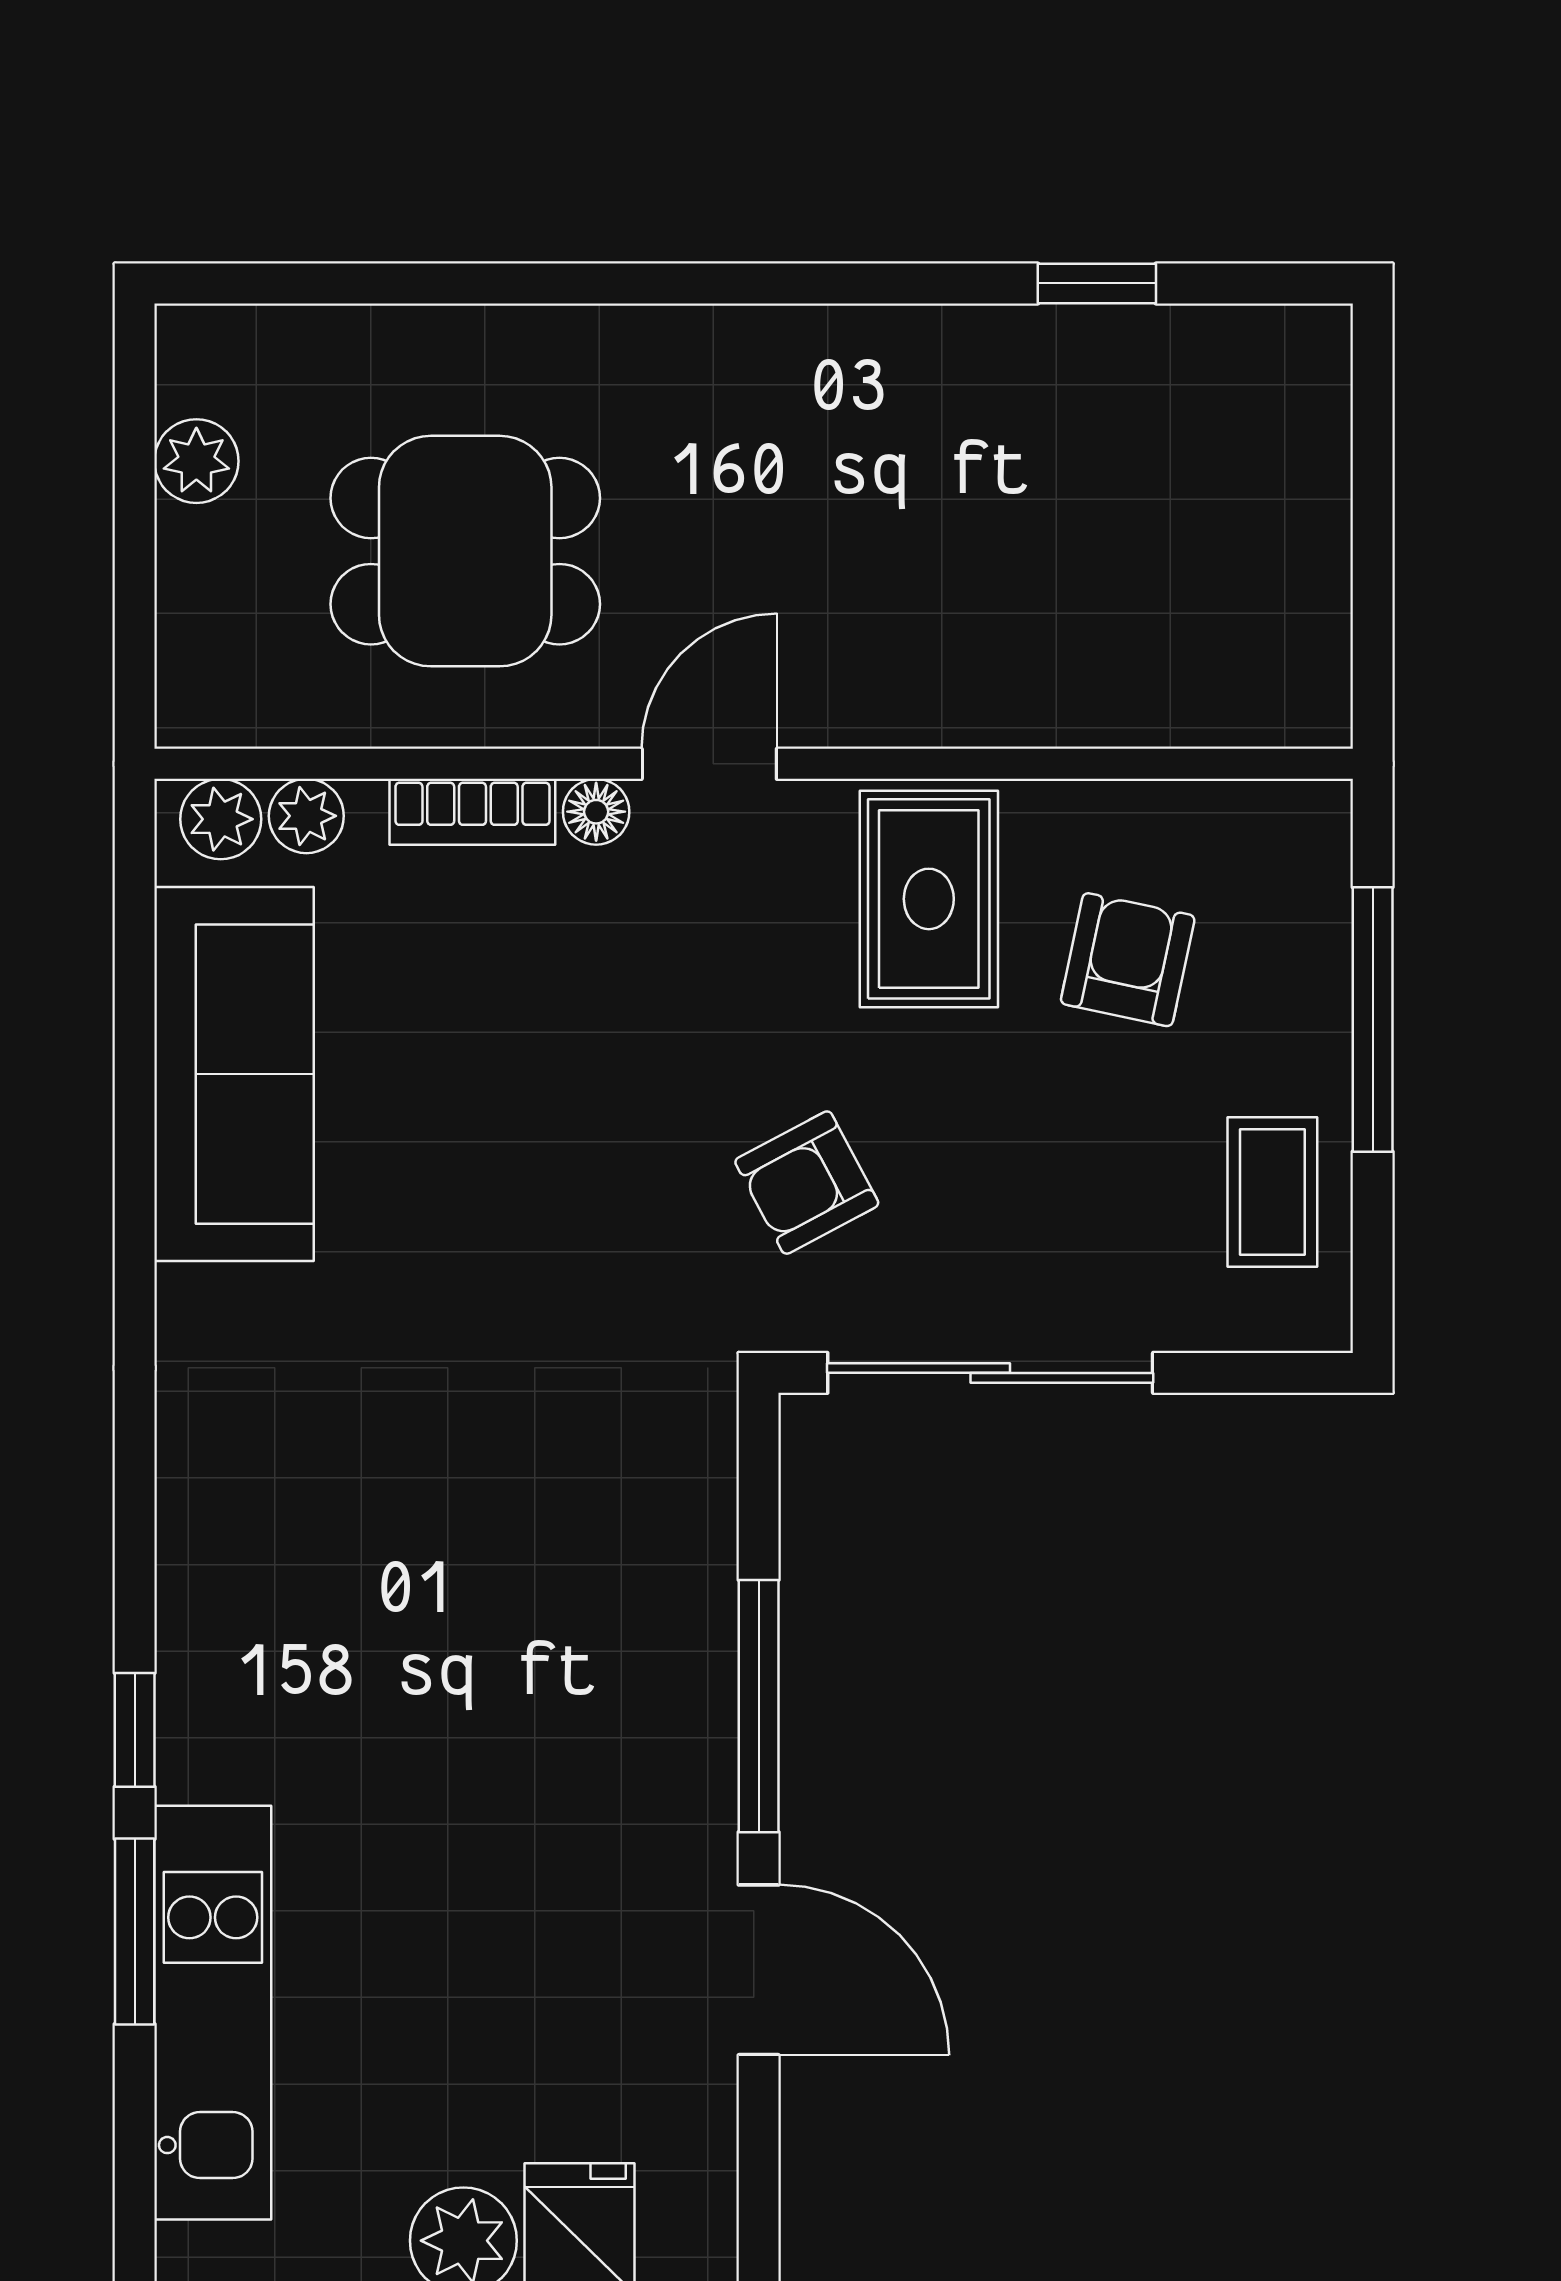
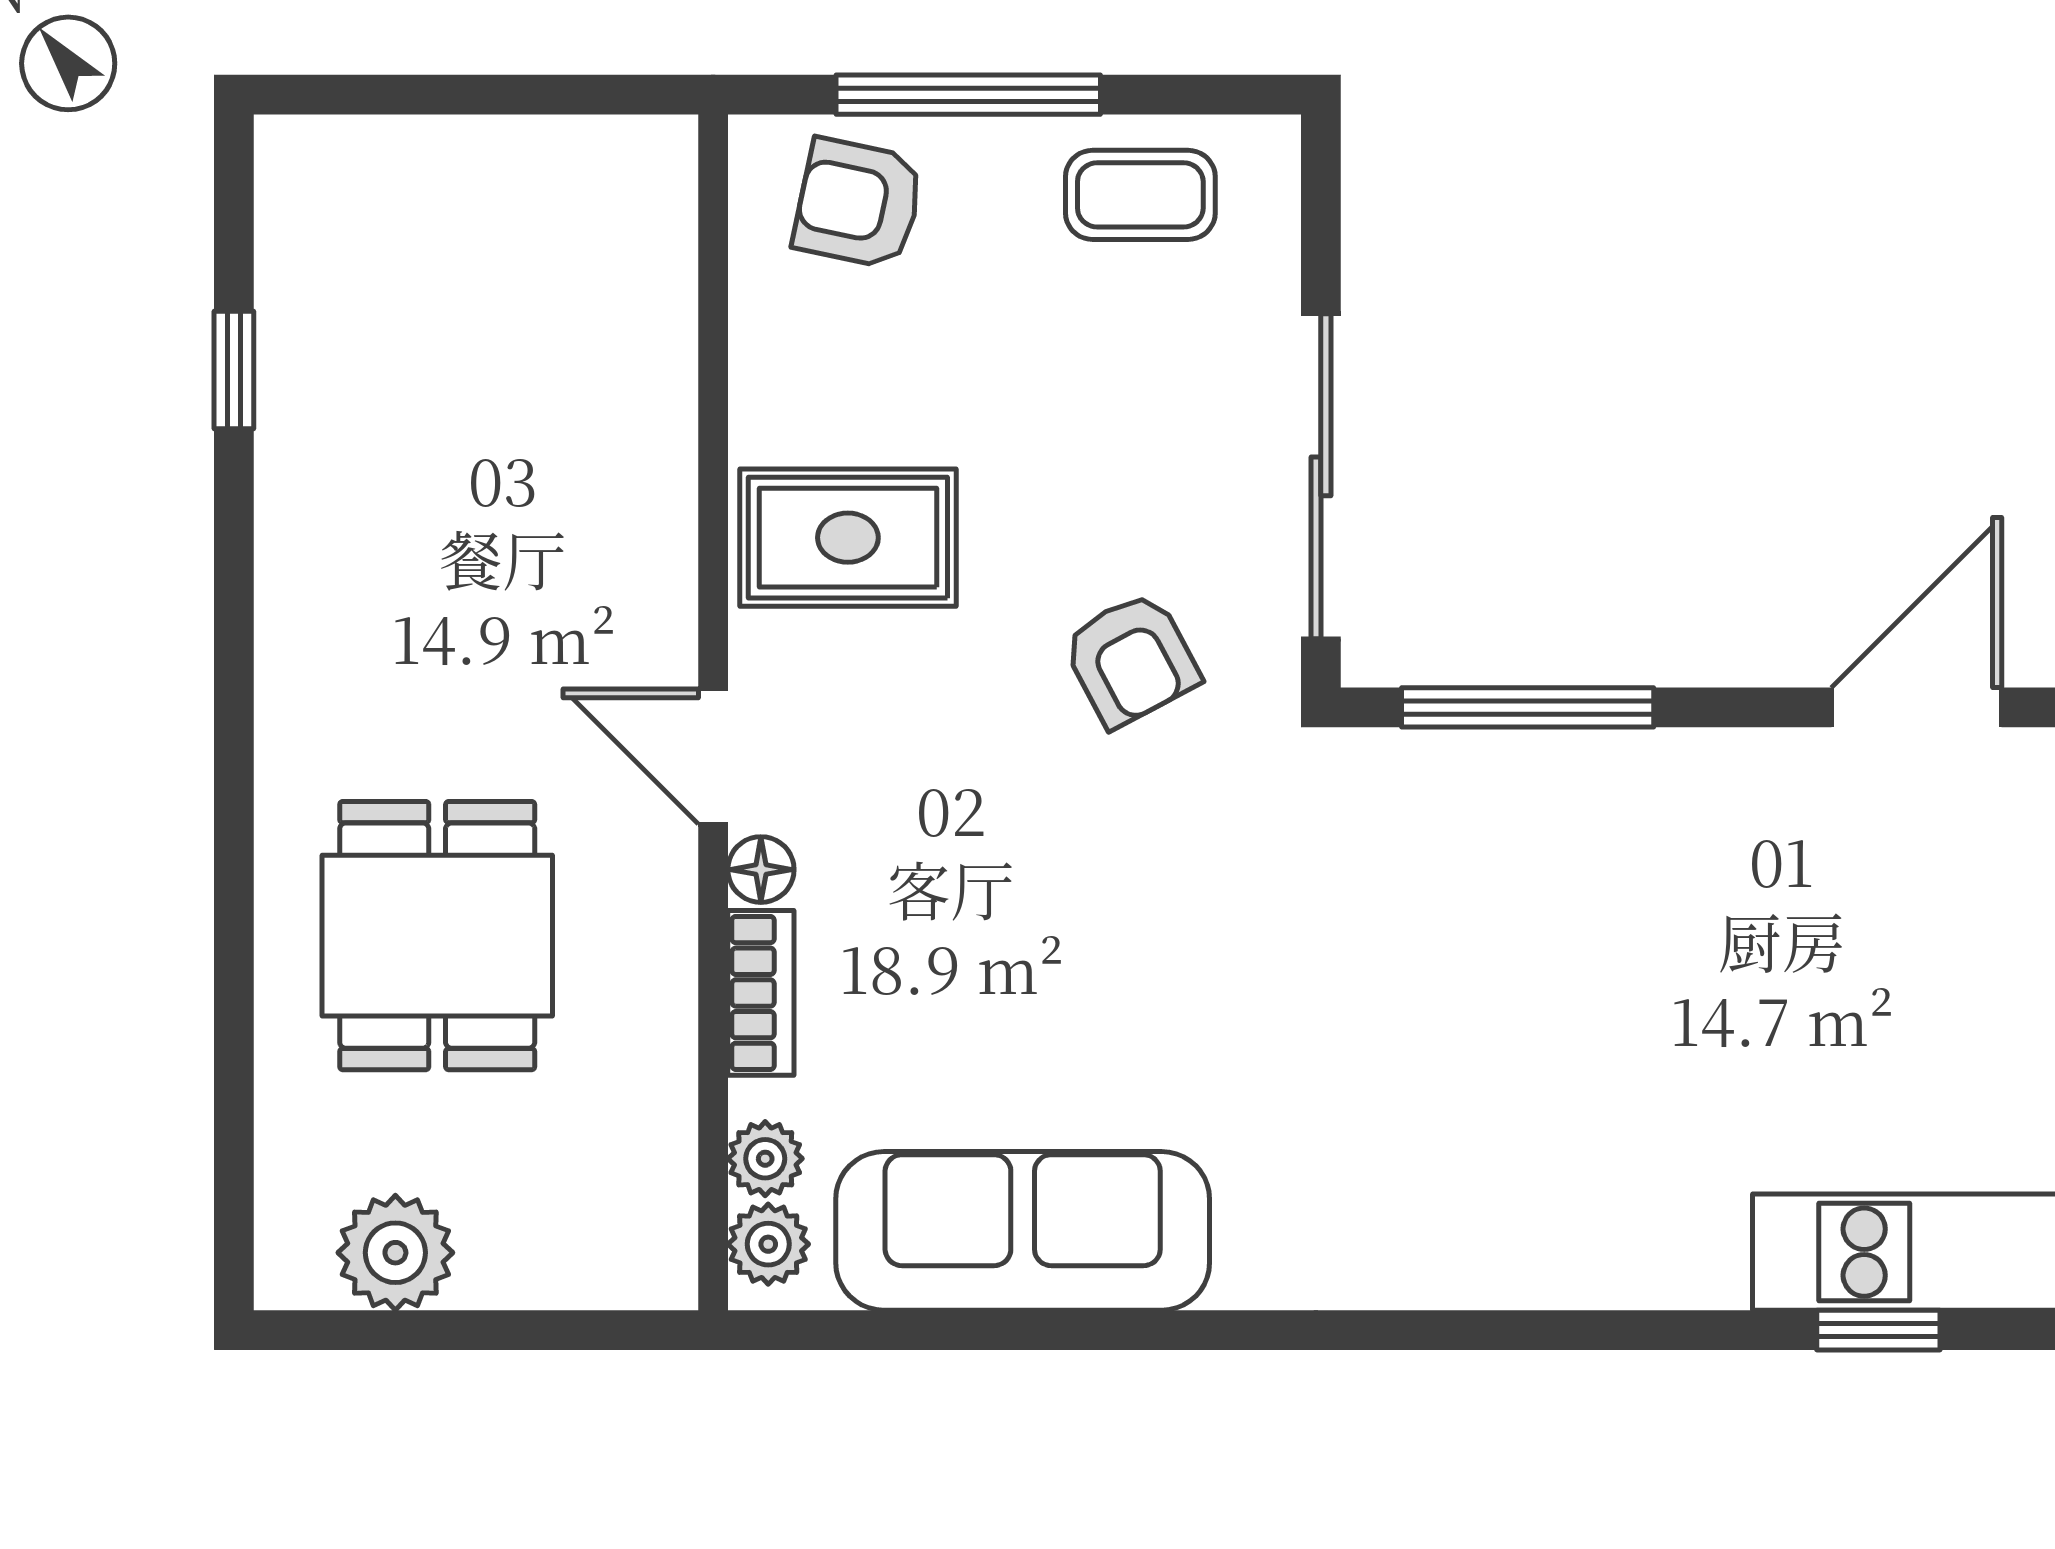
plant: (196, 461) -> (395, 1253), width x1.38, depth x1.38
dining table: (465, 551) -> (437, 936), moved
armchair: (1128, 960) -> (858, 203), moved
window: (759, 1706) -> (1528, 707), moved
window: (135, 1730) -> (1677, 1330), removed
window: (135, 1932) -> (1878, 1330), width x0.67

